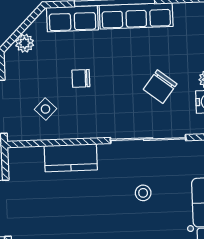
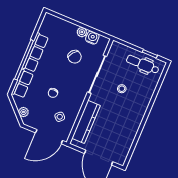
kitchen counter: (71, 158) -> (86, 122), width x1.50

